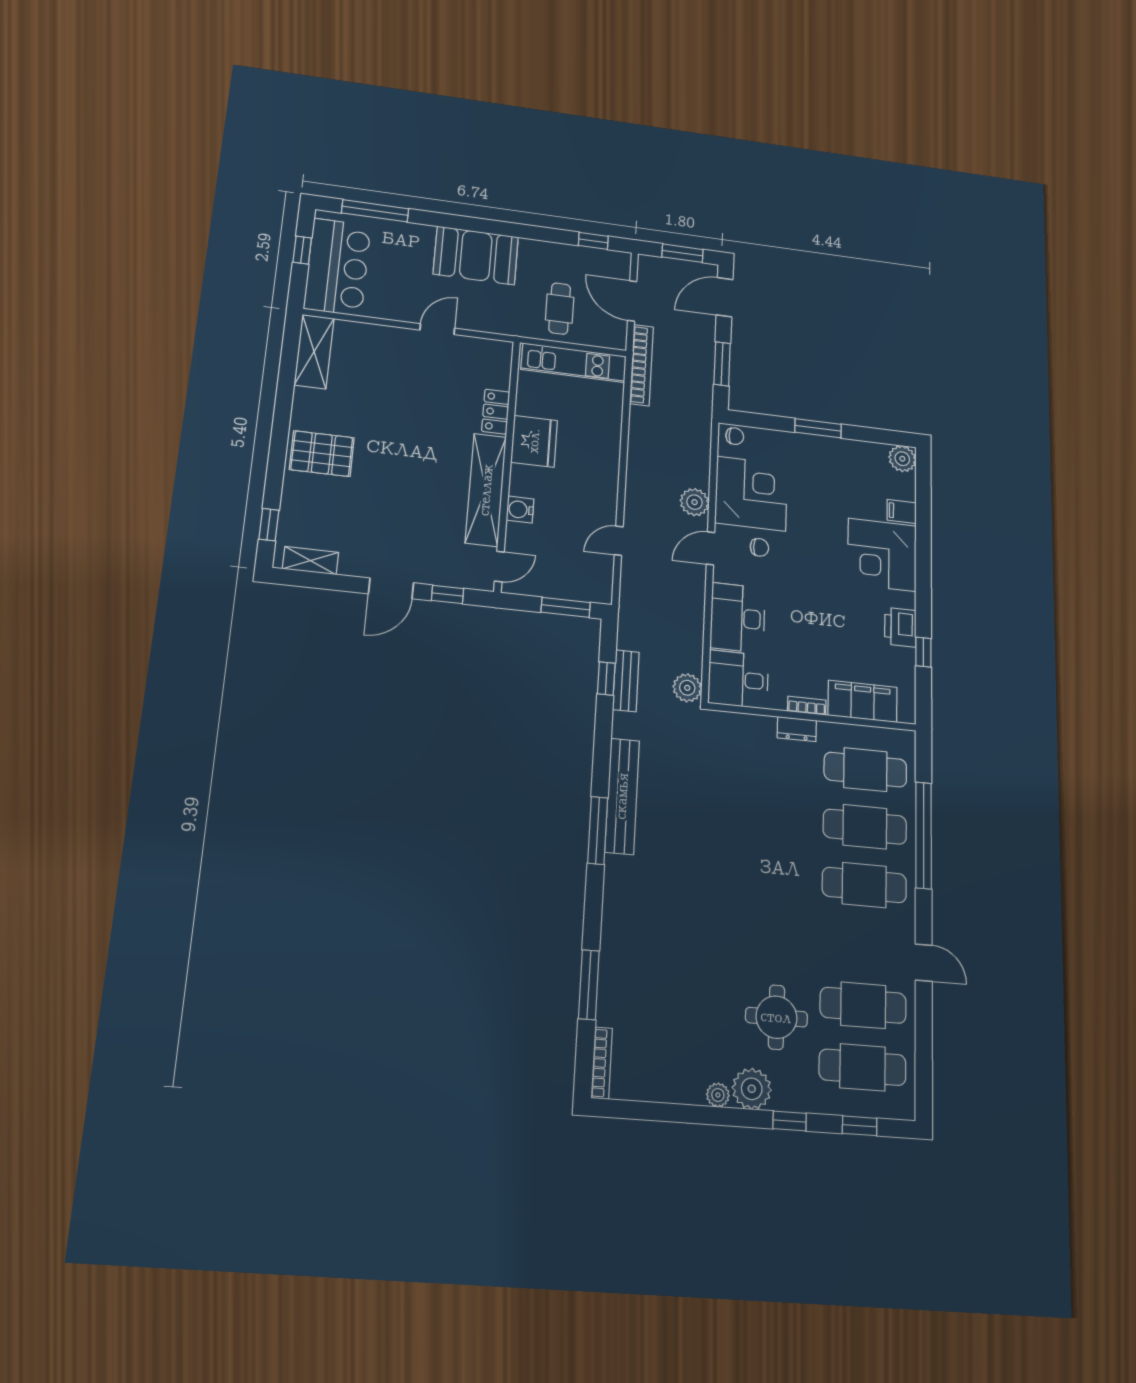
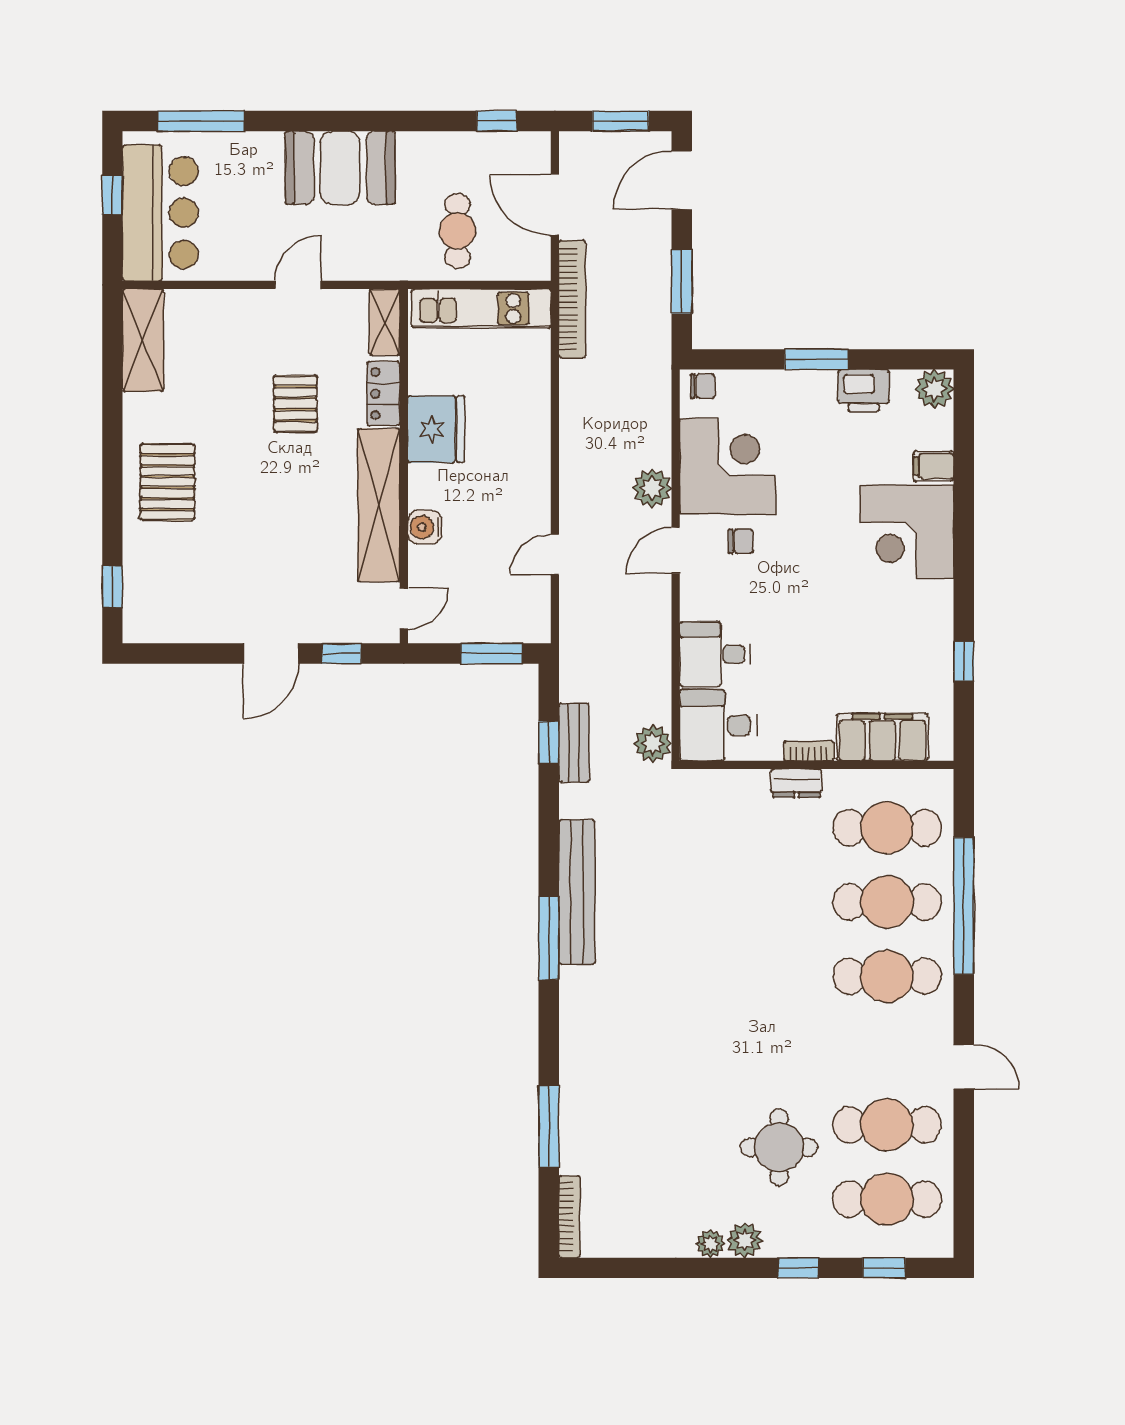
pallet: (428, 410) -> (295, 404), added
pallet: (322, 454) -> (167, 482), turned 90
shelving: (310, 561) -> (385, 322), moved, turned 90
desk: (738, 618) -> (715, 654), width x0.73
printer: (900, 627) -> (864, 391), moved, turned -90
plant: (752, 1089) -> (745, 1240), width x0.73, depth x0.73

